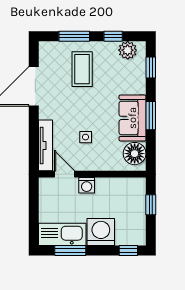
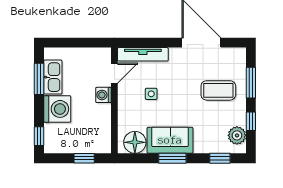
kitchen sink: (62, 234) -> (53, 77), width x0.73, depth x0.81

